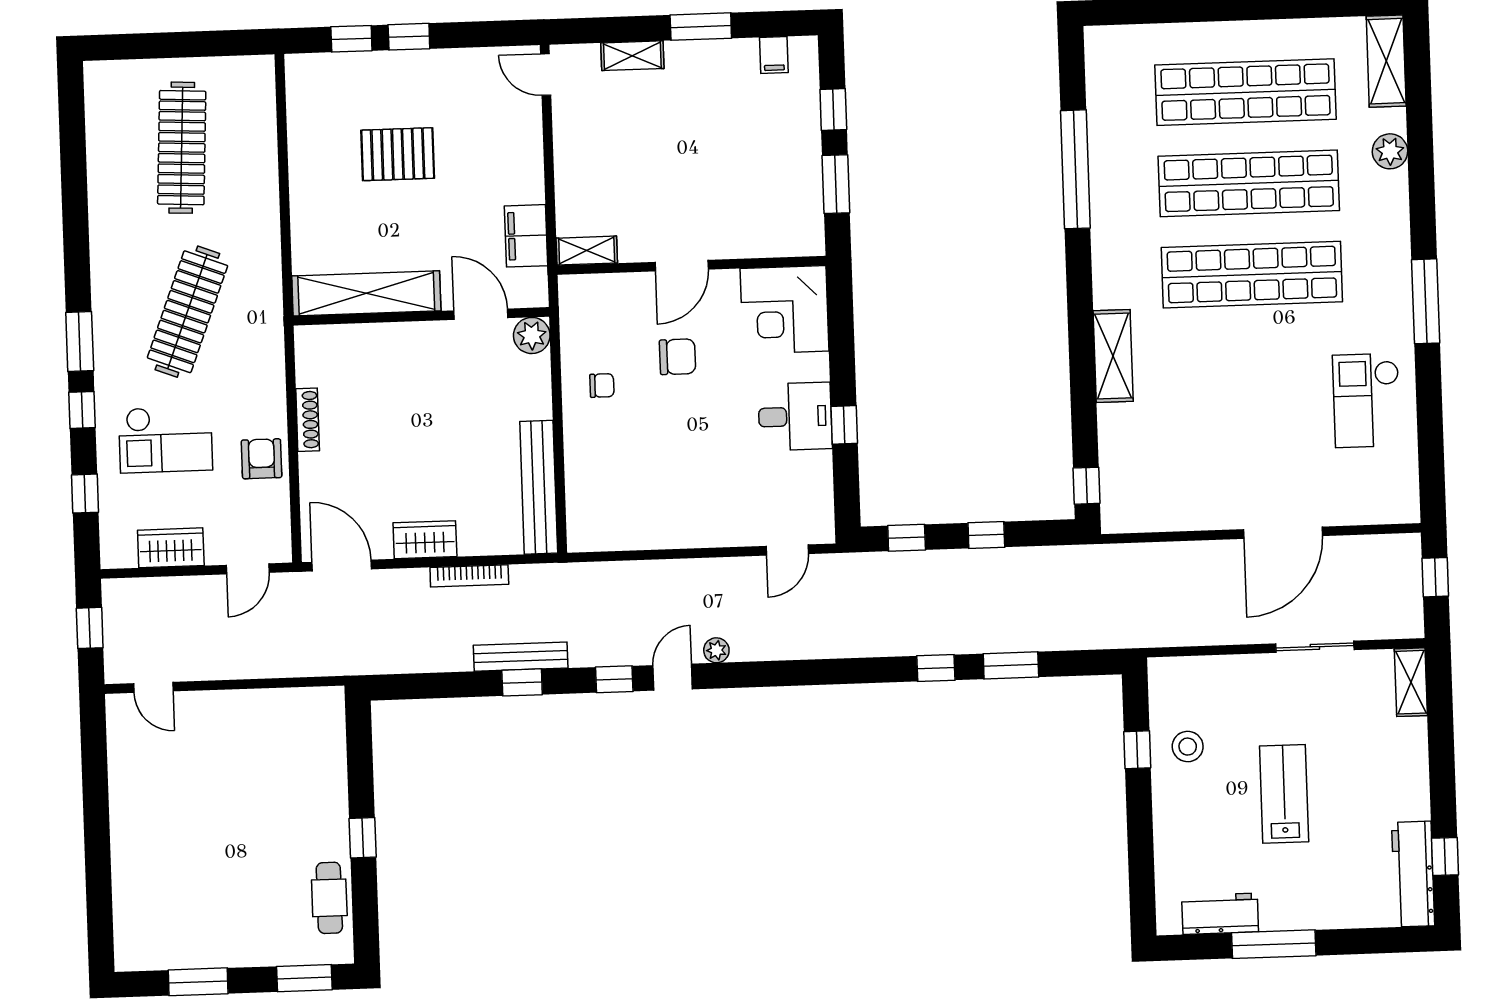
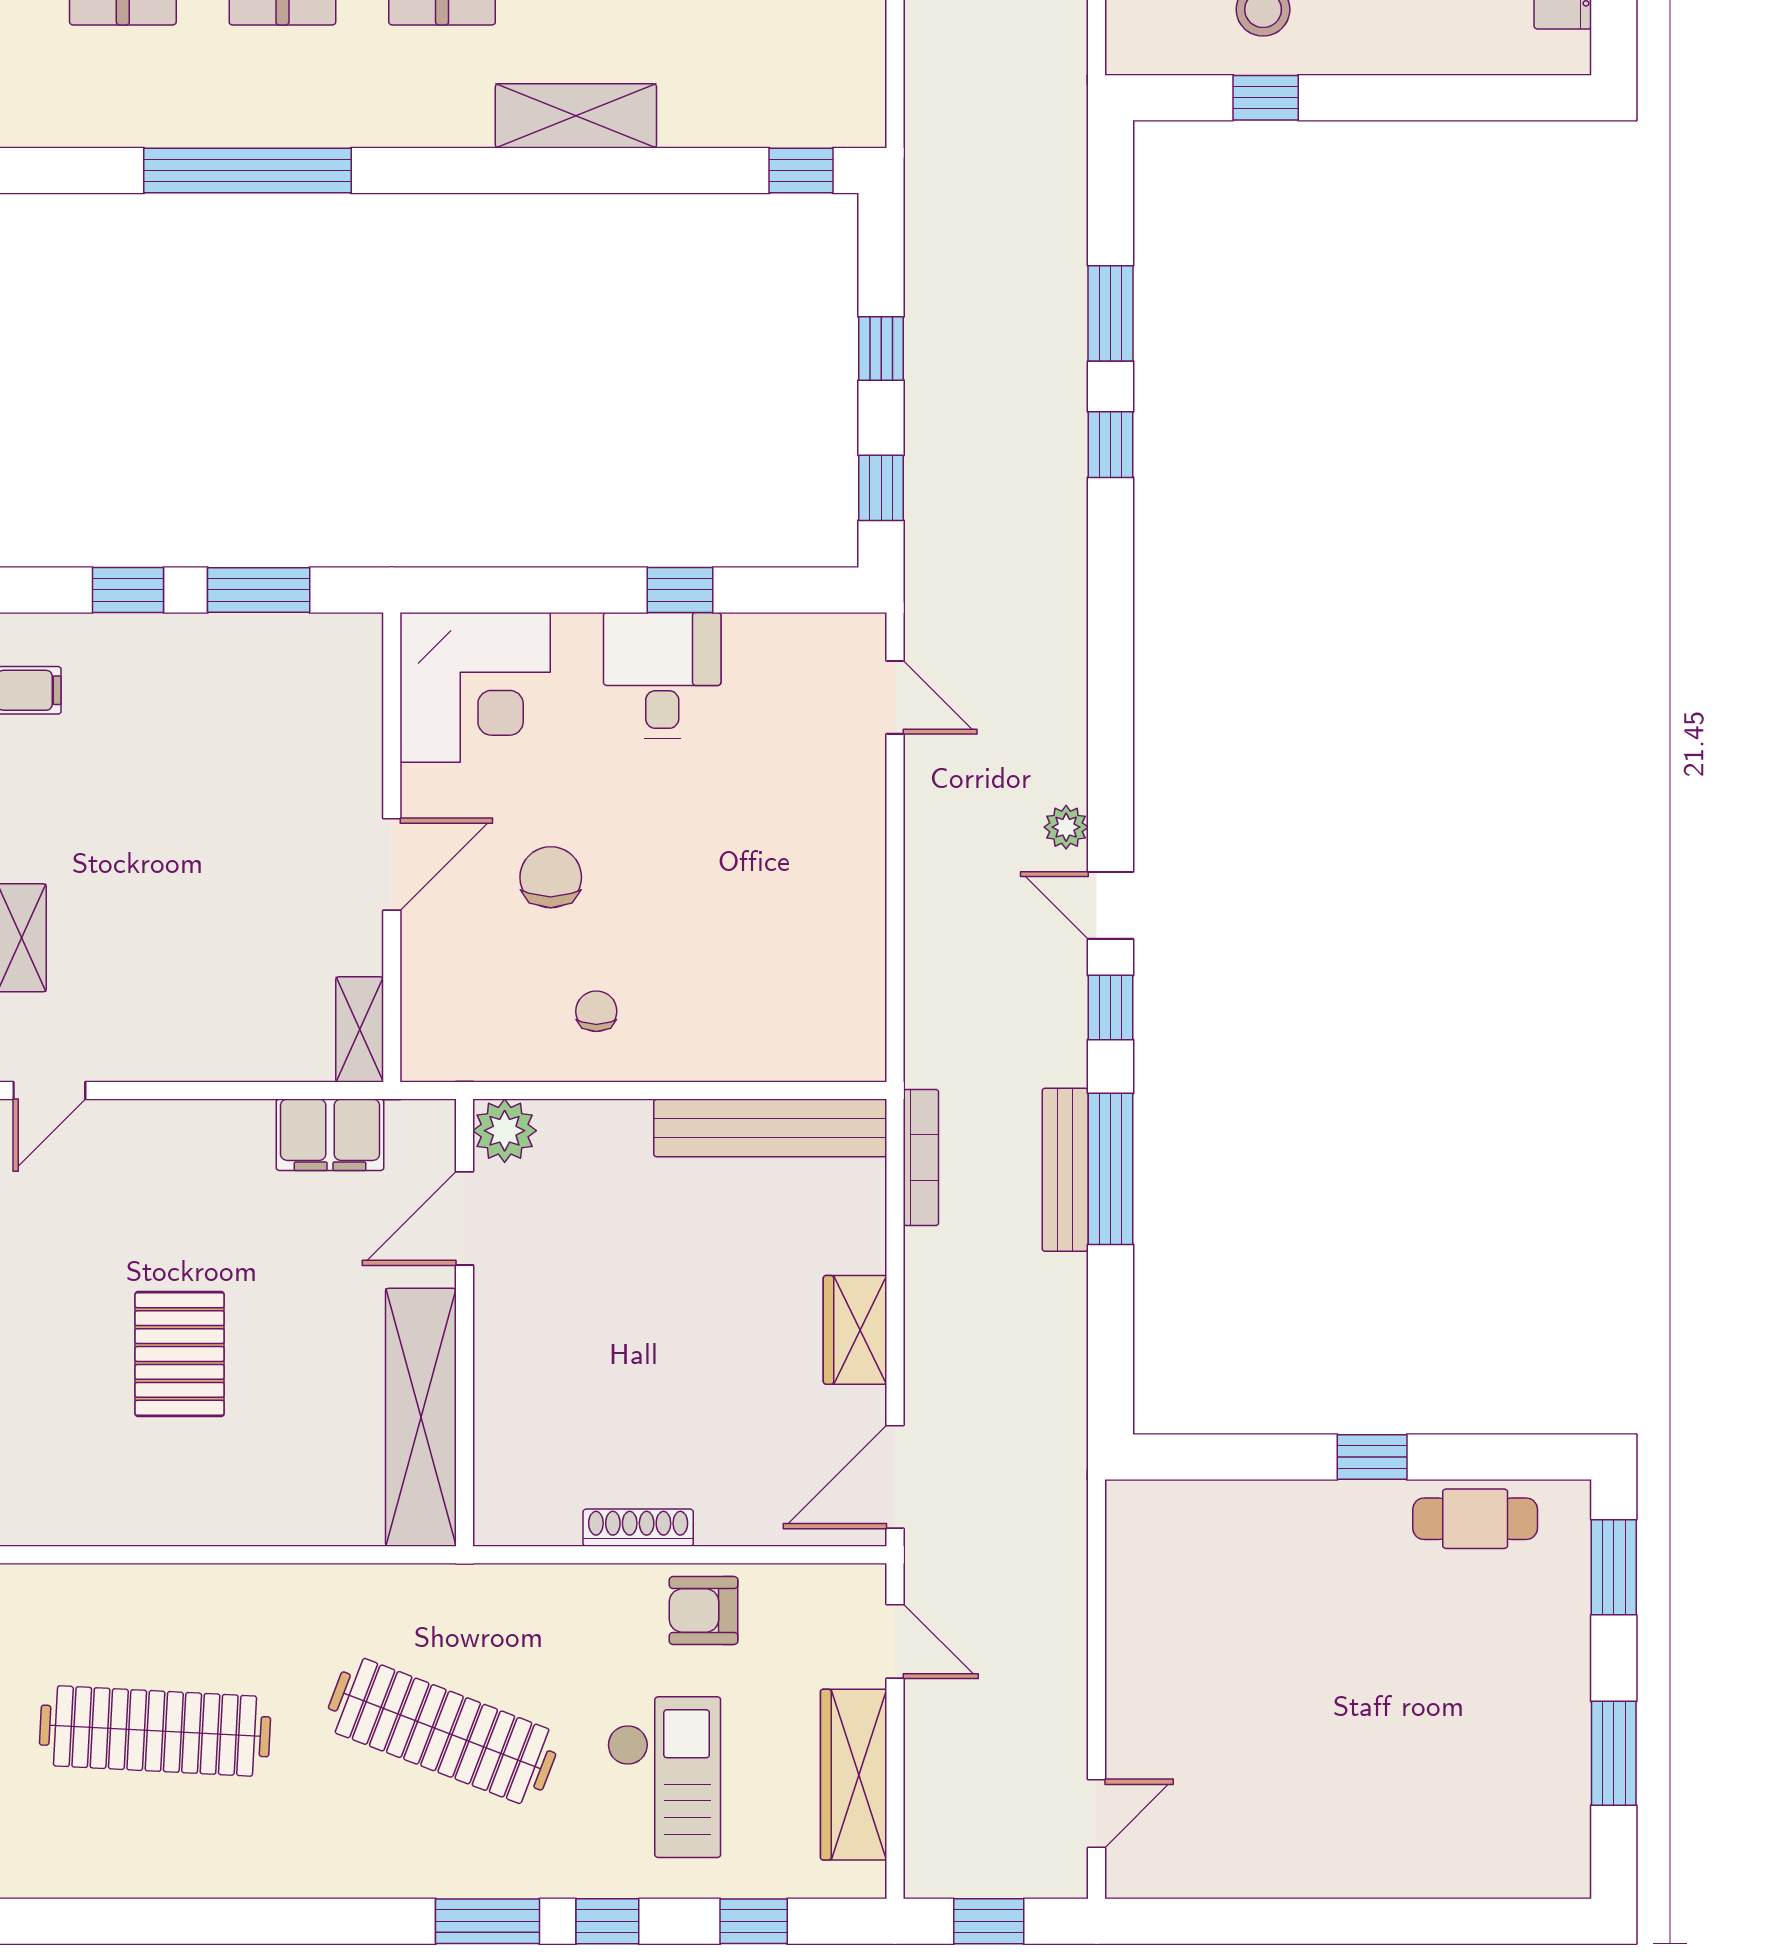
door: (682, 266) -> (392, 864), hinge flipped
wardrobe: (171, 548) -> (854, 1775), width x1.50
bookcase: (469, 576) -> (921, 1158), moved
window: (522, 682) -> (1110, 1169), width x2.17

